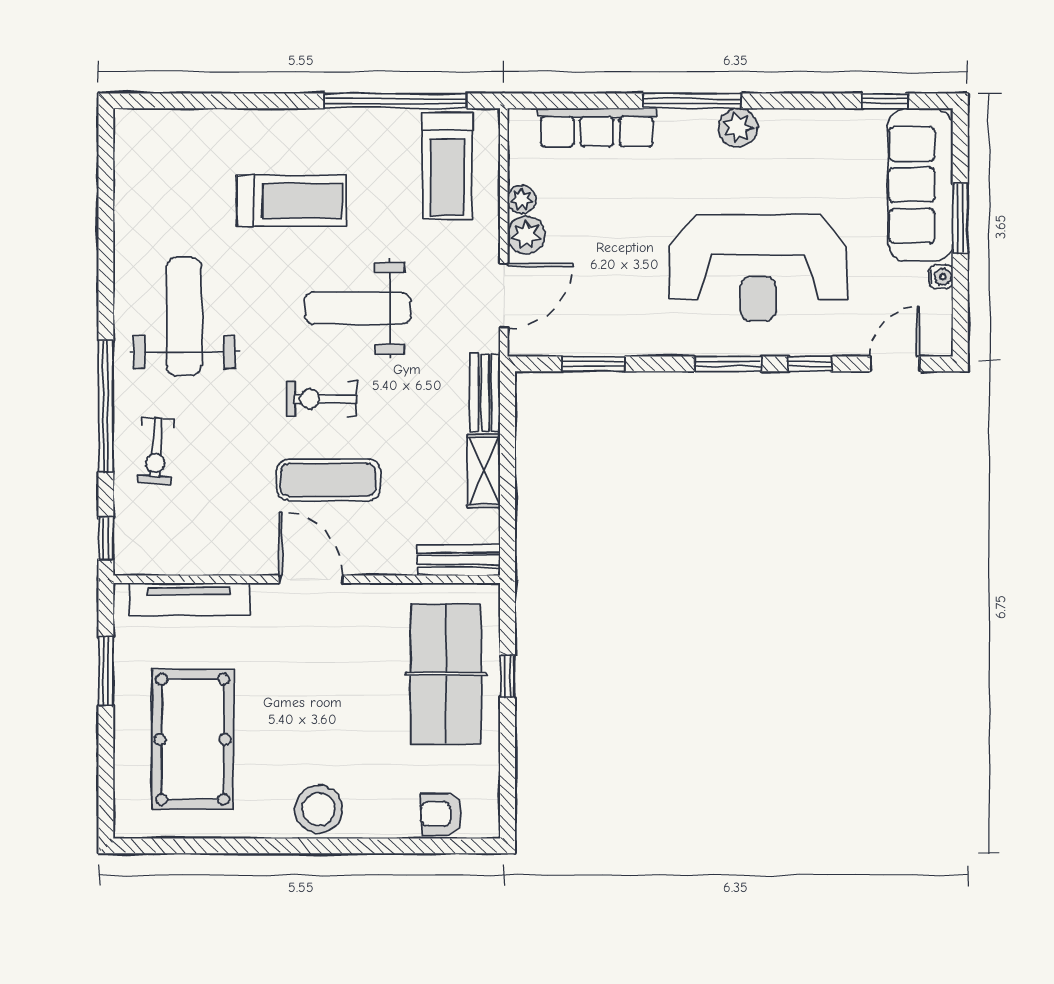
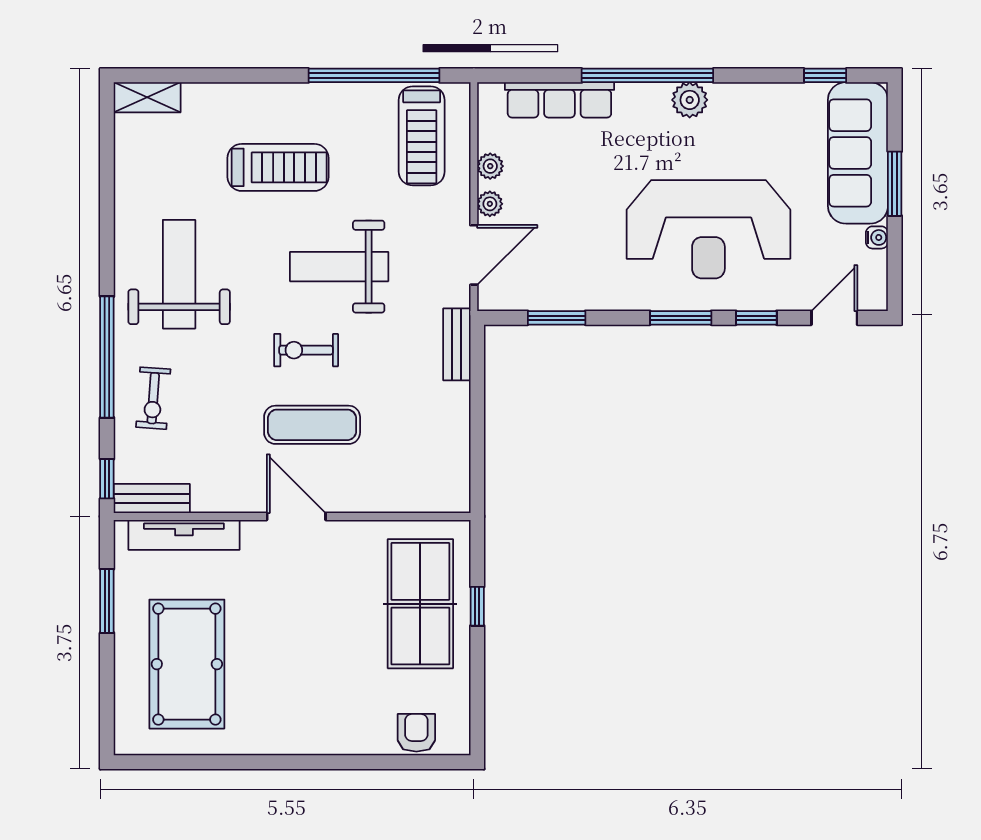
window: (692, 101) -> (647, 75), width x1.46
plant: (526, 235) -> (490, 204), width x0.73, depth x0.73
shelving: (484, 471) -> (147, 97), moved, turned 90
bench: (459, 560) -> (152, 499), moved
stool: (319, 809) -> (303, 728), removed
armchair: (441, 814) -> (416, 733), turned 90

